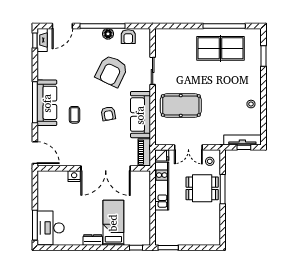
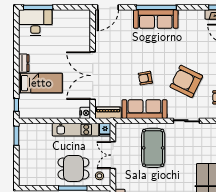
coffee table: (74, 115) -> (144, 46), removed
nightstand: (74, 176) -> (85, 113), moved
dining table: (202, 188) -> (73, 168), turned 90

